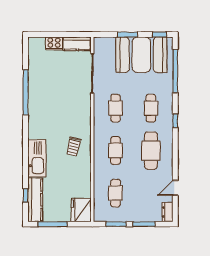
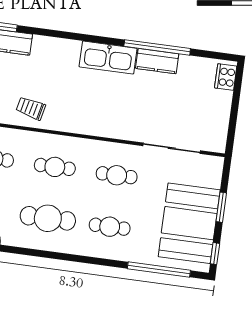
cooker: (54, 43) -> (226, 77), moved
kitchen counter: (77, 44) -> (157, 61), moved, turned -90
window: (175, 121) -> (86, 260), removed
trolley: (74, 147) -> (31, 108), moved
kitchen sink: (37, 158) -> (108, 58), moved

